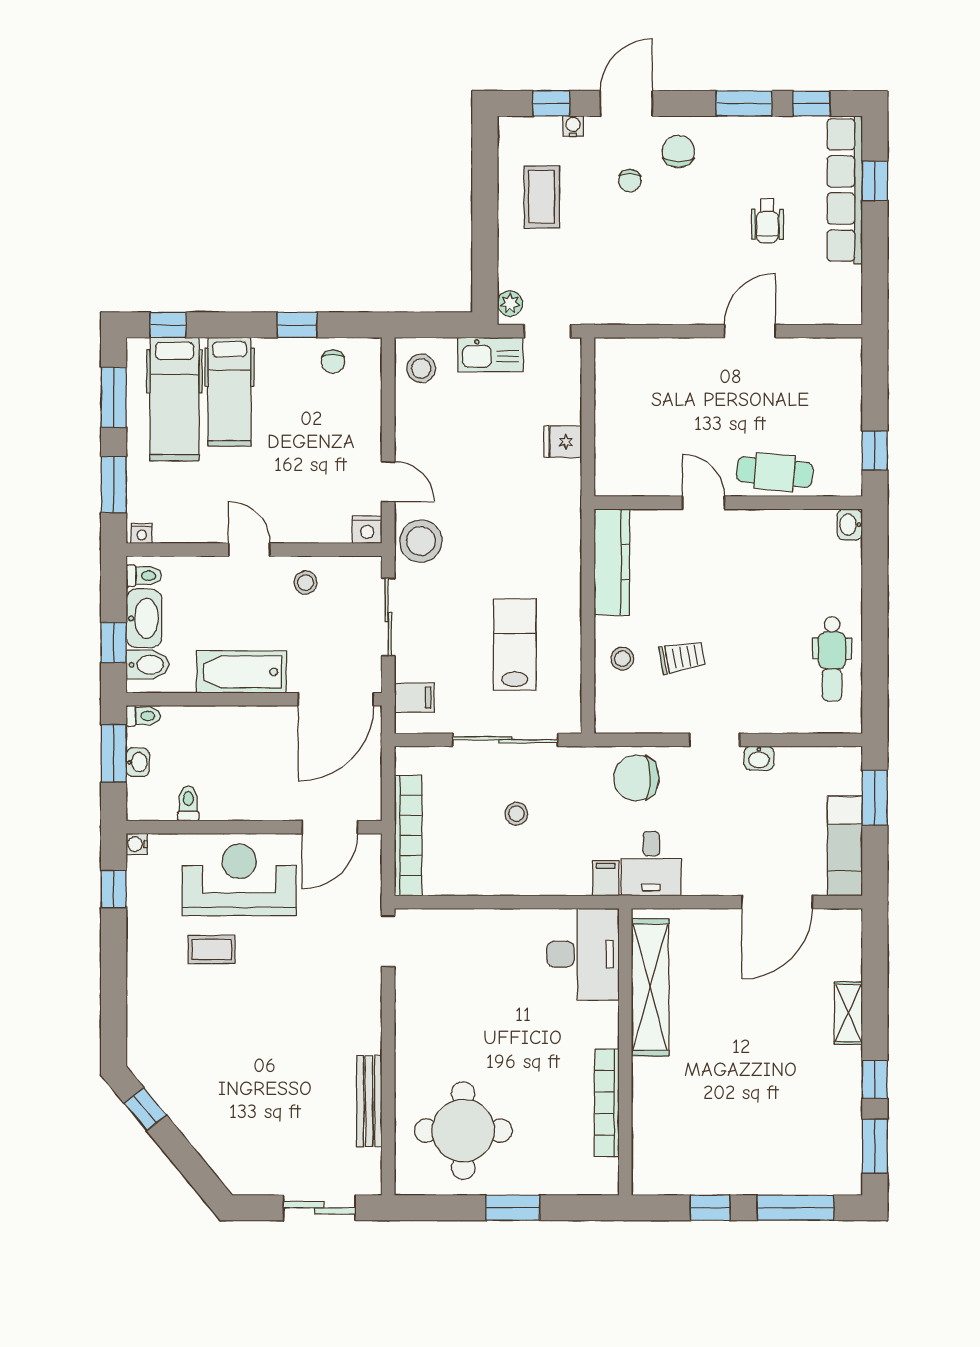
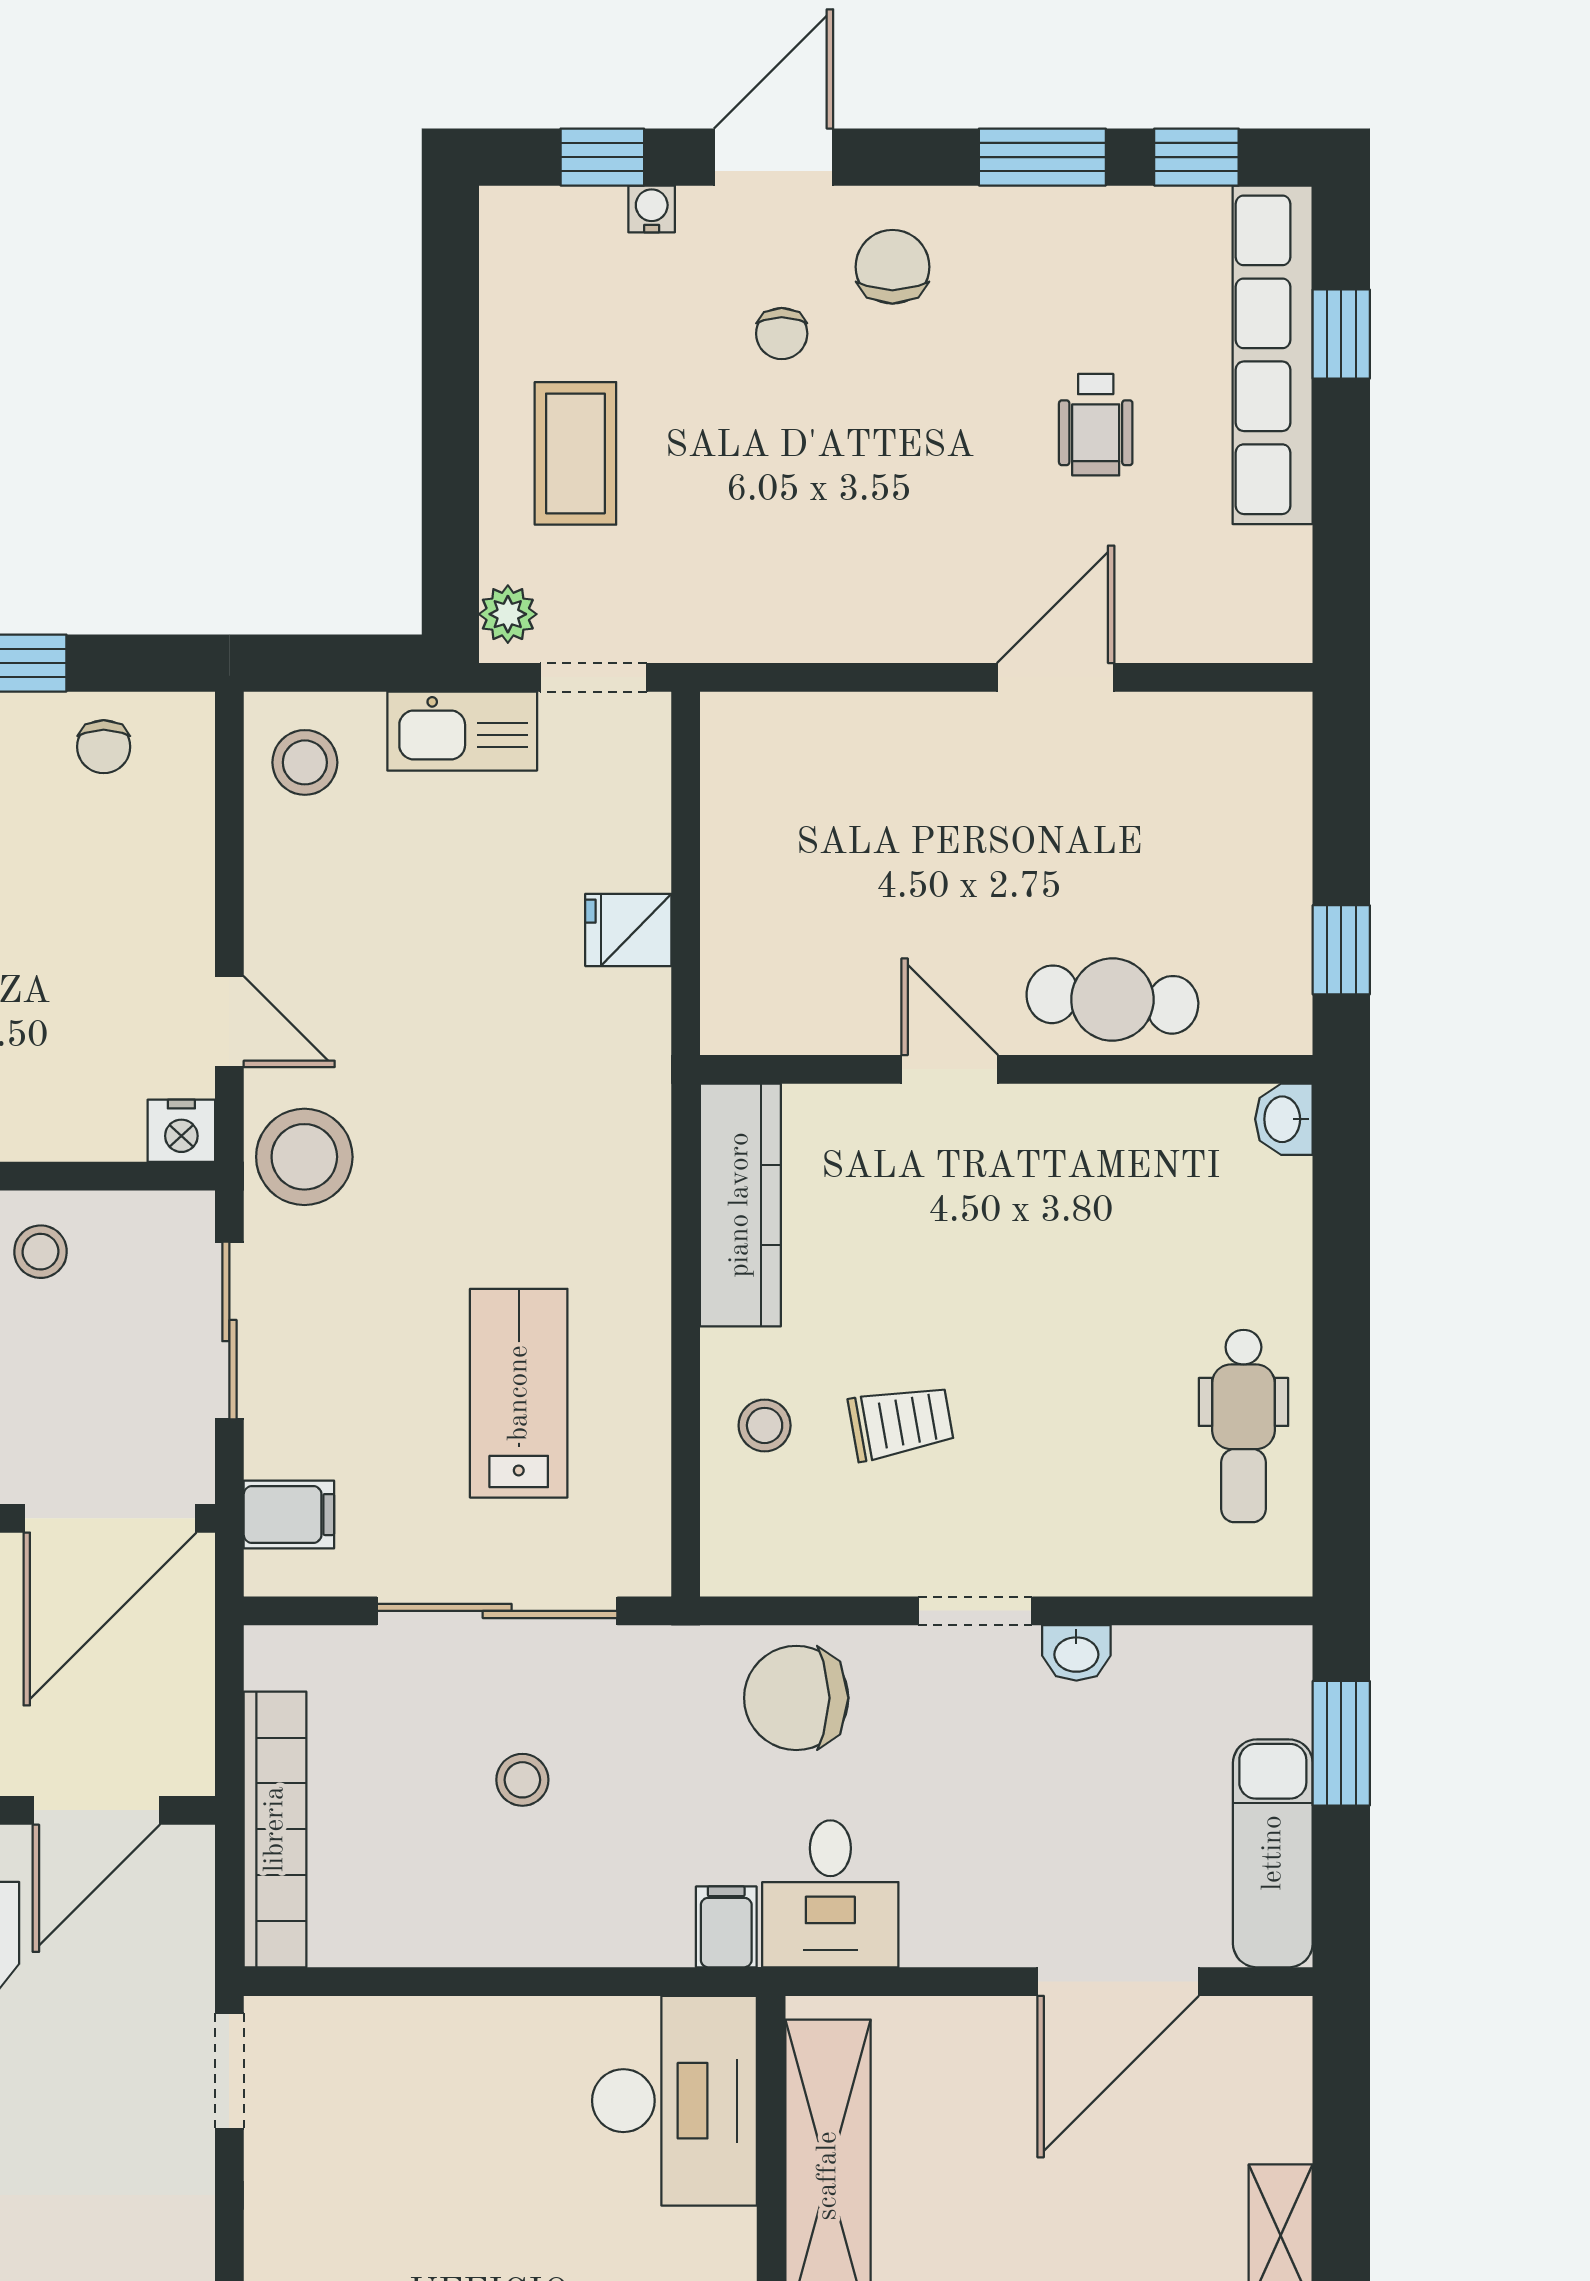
coffee table: (542, 197) -> (575, 453), moved

